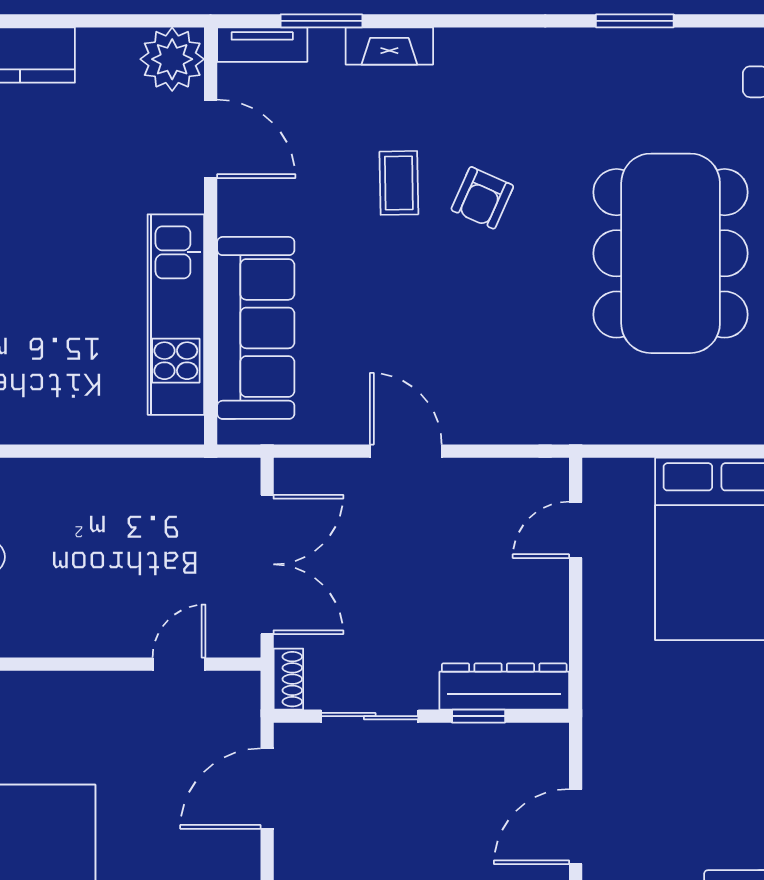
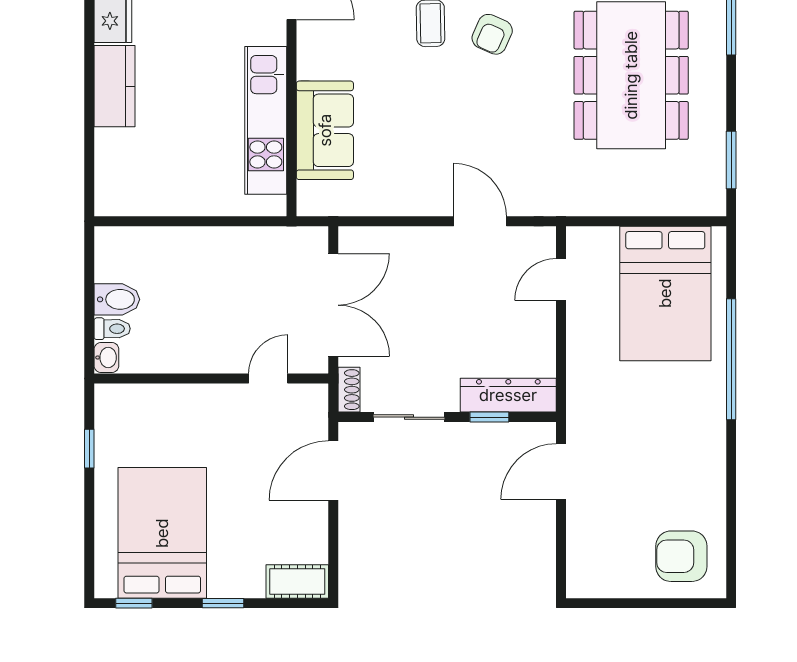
sofa: (256, 328) -> (325, 130), width x0.73
door: (406, 451) -> (480, 221), moved
door: (576, 827) -> (561, 472), moved

